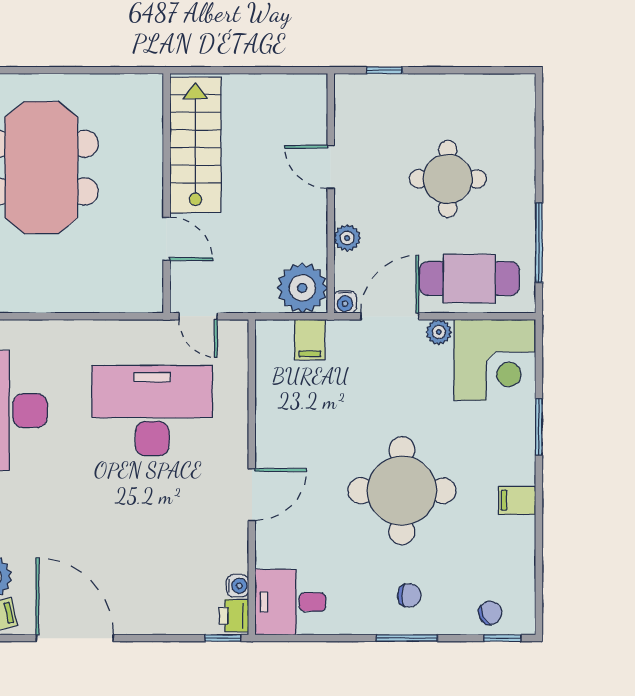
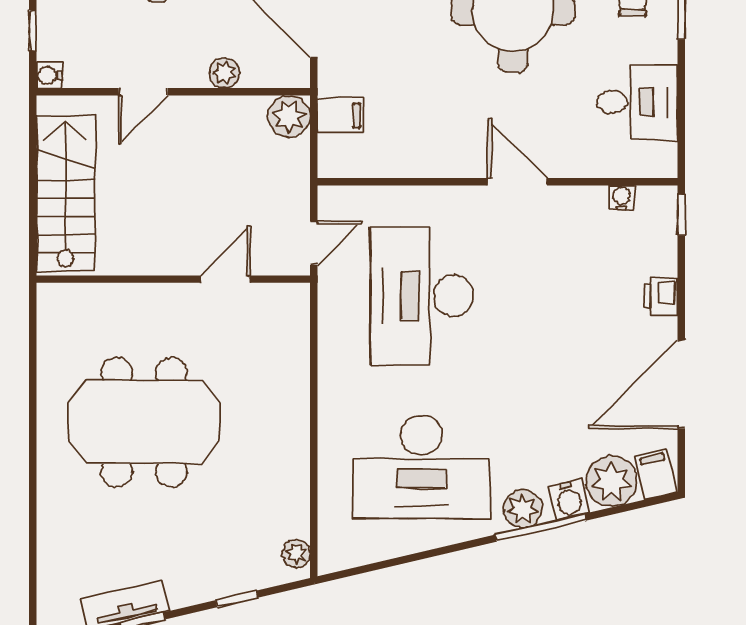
stairs: (195, 145) -> (66, 193), moved, turned 90
plant: (302, 288) -> (289, 117), width x0.73, depth x0.73
water cooler: (345, 302) -> (49, 75), moved, turned 180
desk: (290, 602) -> (637, 102), moved, turned -90
printer: (234, 616) -> (661, 296), moved, turned 90

